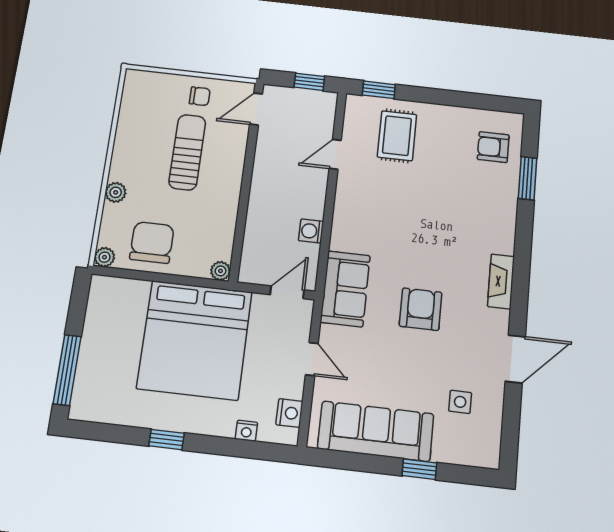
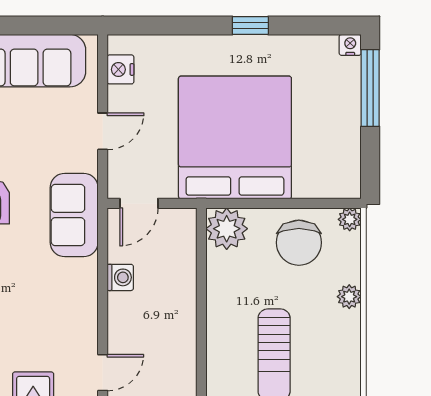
plant: (220, 271) -> (227, 229), width x1.87, depth x1.87
door: (312, 359) -> (103, 131), swing flipped
nightstand: (246, 431) -> (350, 45), moved

